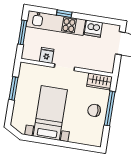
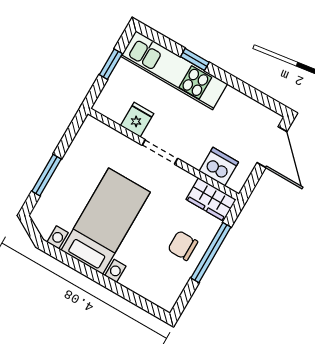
dishwasher: (93, 29) -> (219, 167), moved, turned 180
window: (23, 32) -> (111, 64), width x0.67
window: (13, 88) -> (47, 175), moved

